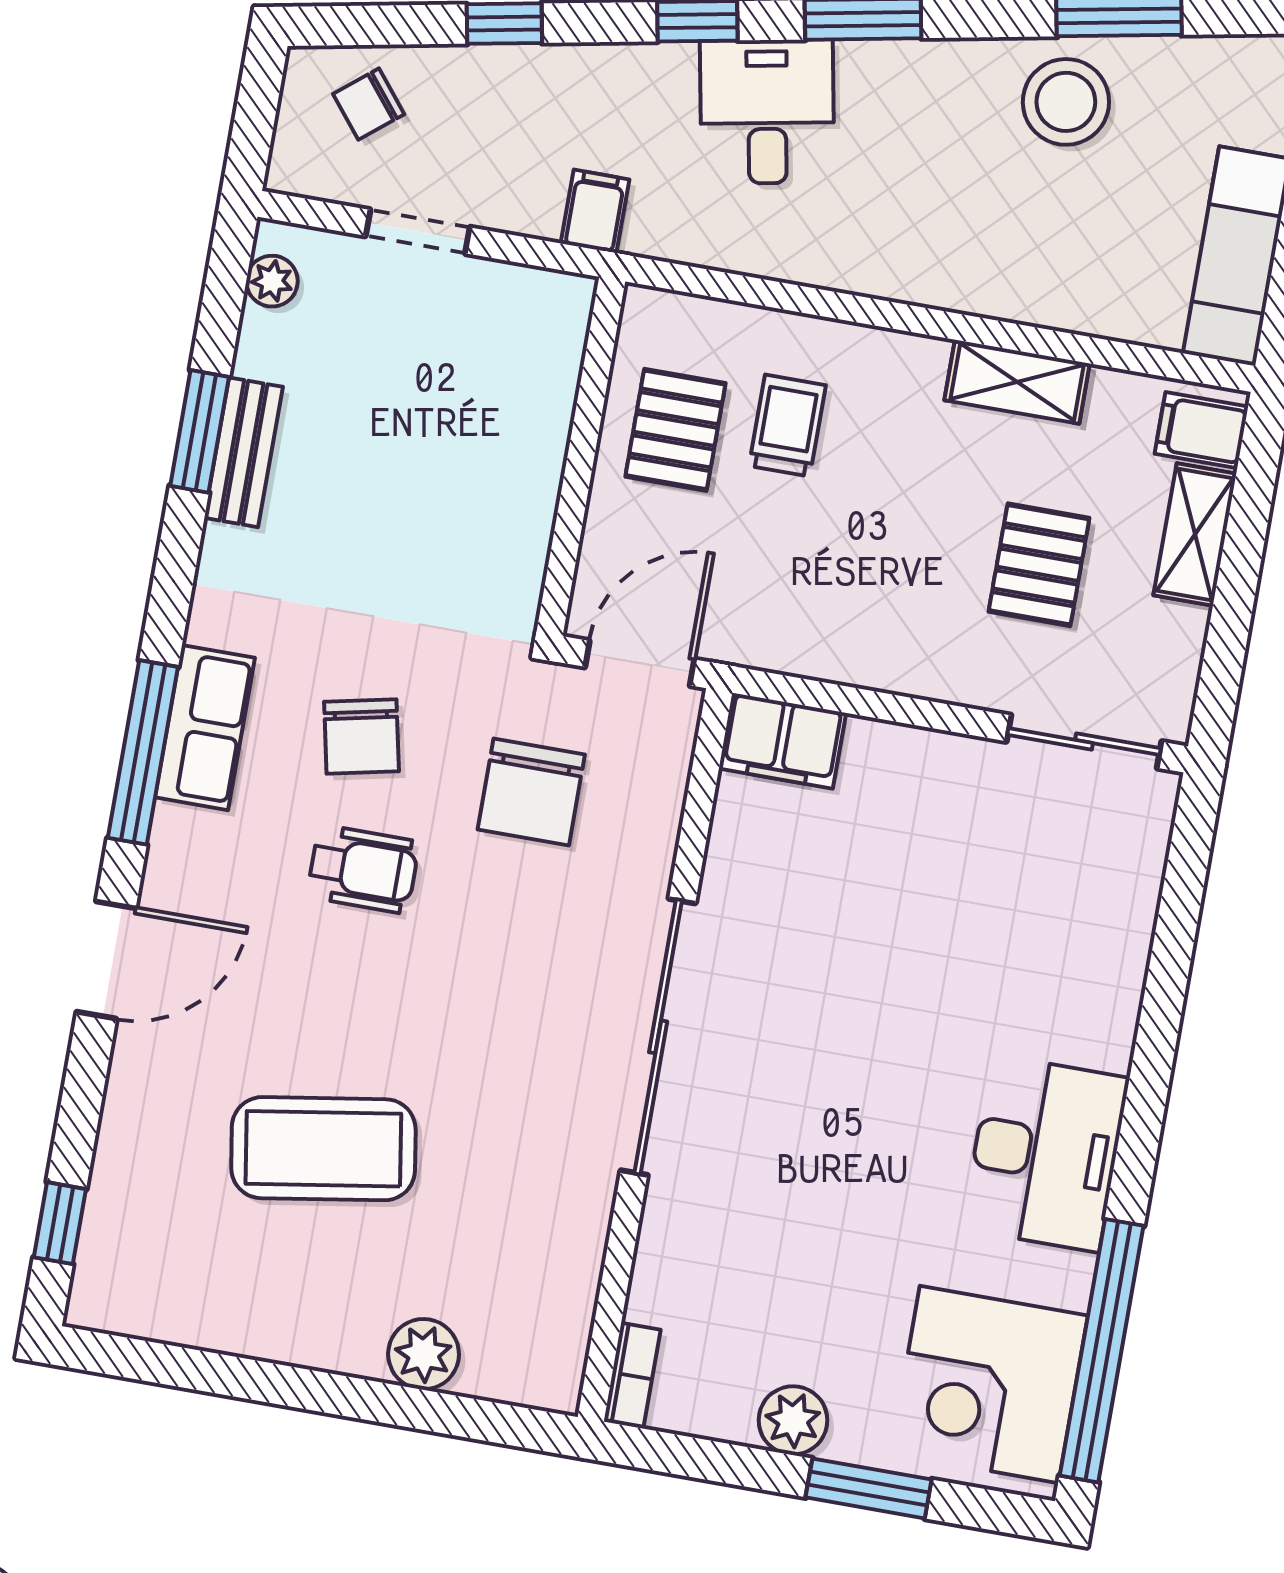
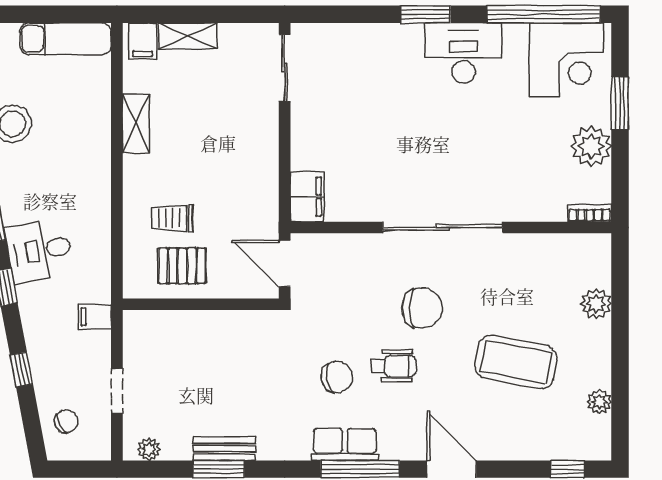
chair: (369, 104) -> (66, 421), turned -80
pallet: (1039, 565) -> (212, 100), removed
chair: (531, 792) -> (422, 308), moved
wheelchair: (363, 869) -> (393, 366), turned 90
window: (1149, 1082) -> (425, 14), added
coffee table: (323, 1149) -> (516, 362), turned -70
plant: (200, 1322) -> (599, 402), added
plant: (793, 1420) -> (591, 146), width x1.36, depth x1.36

